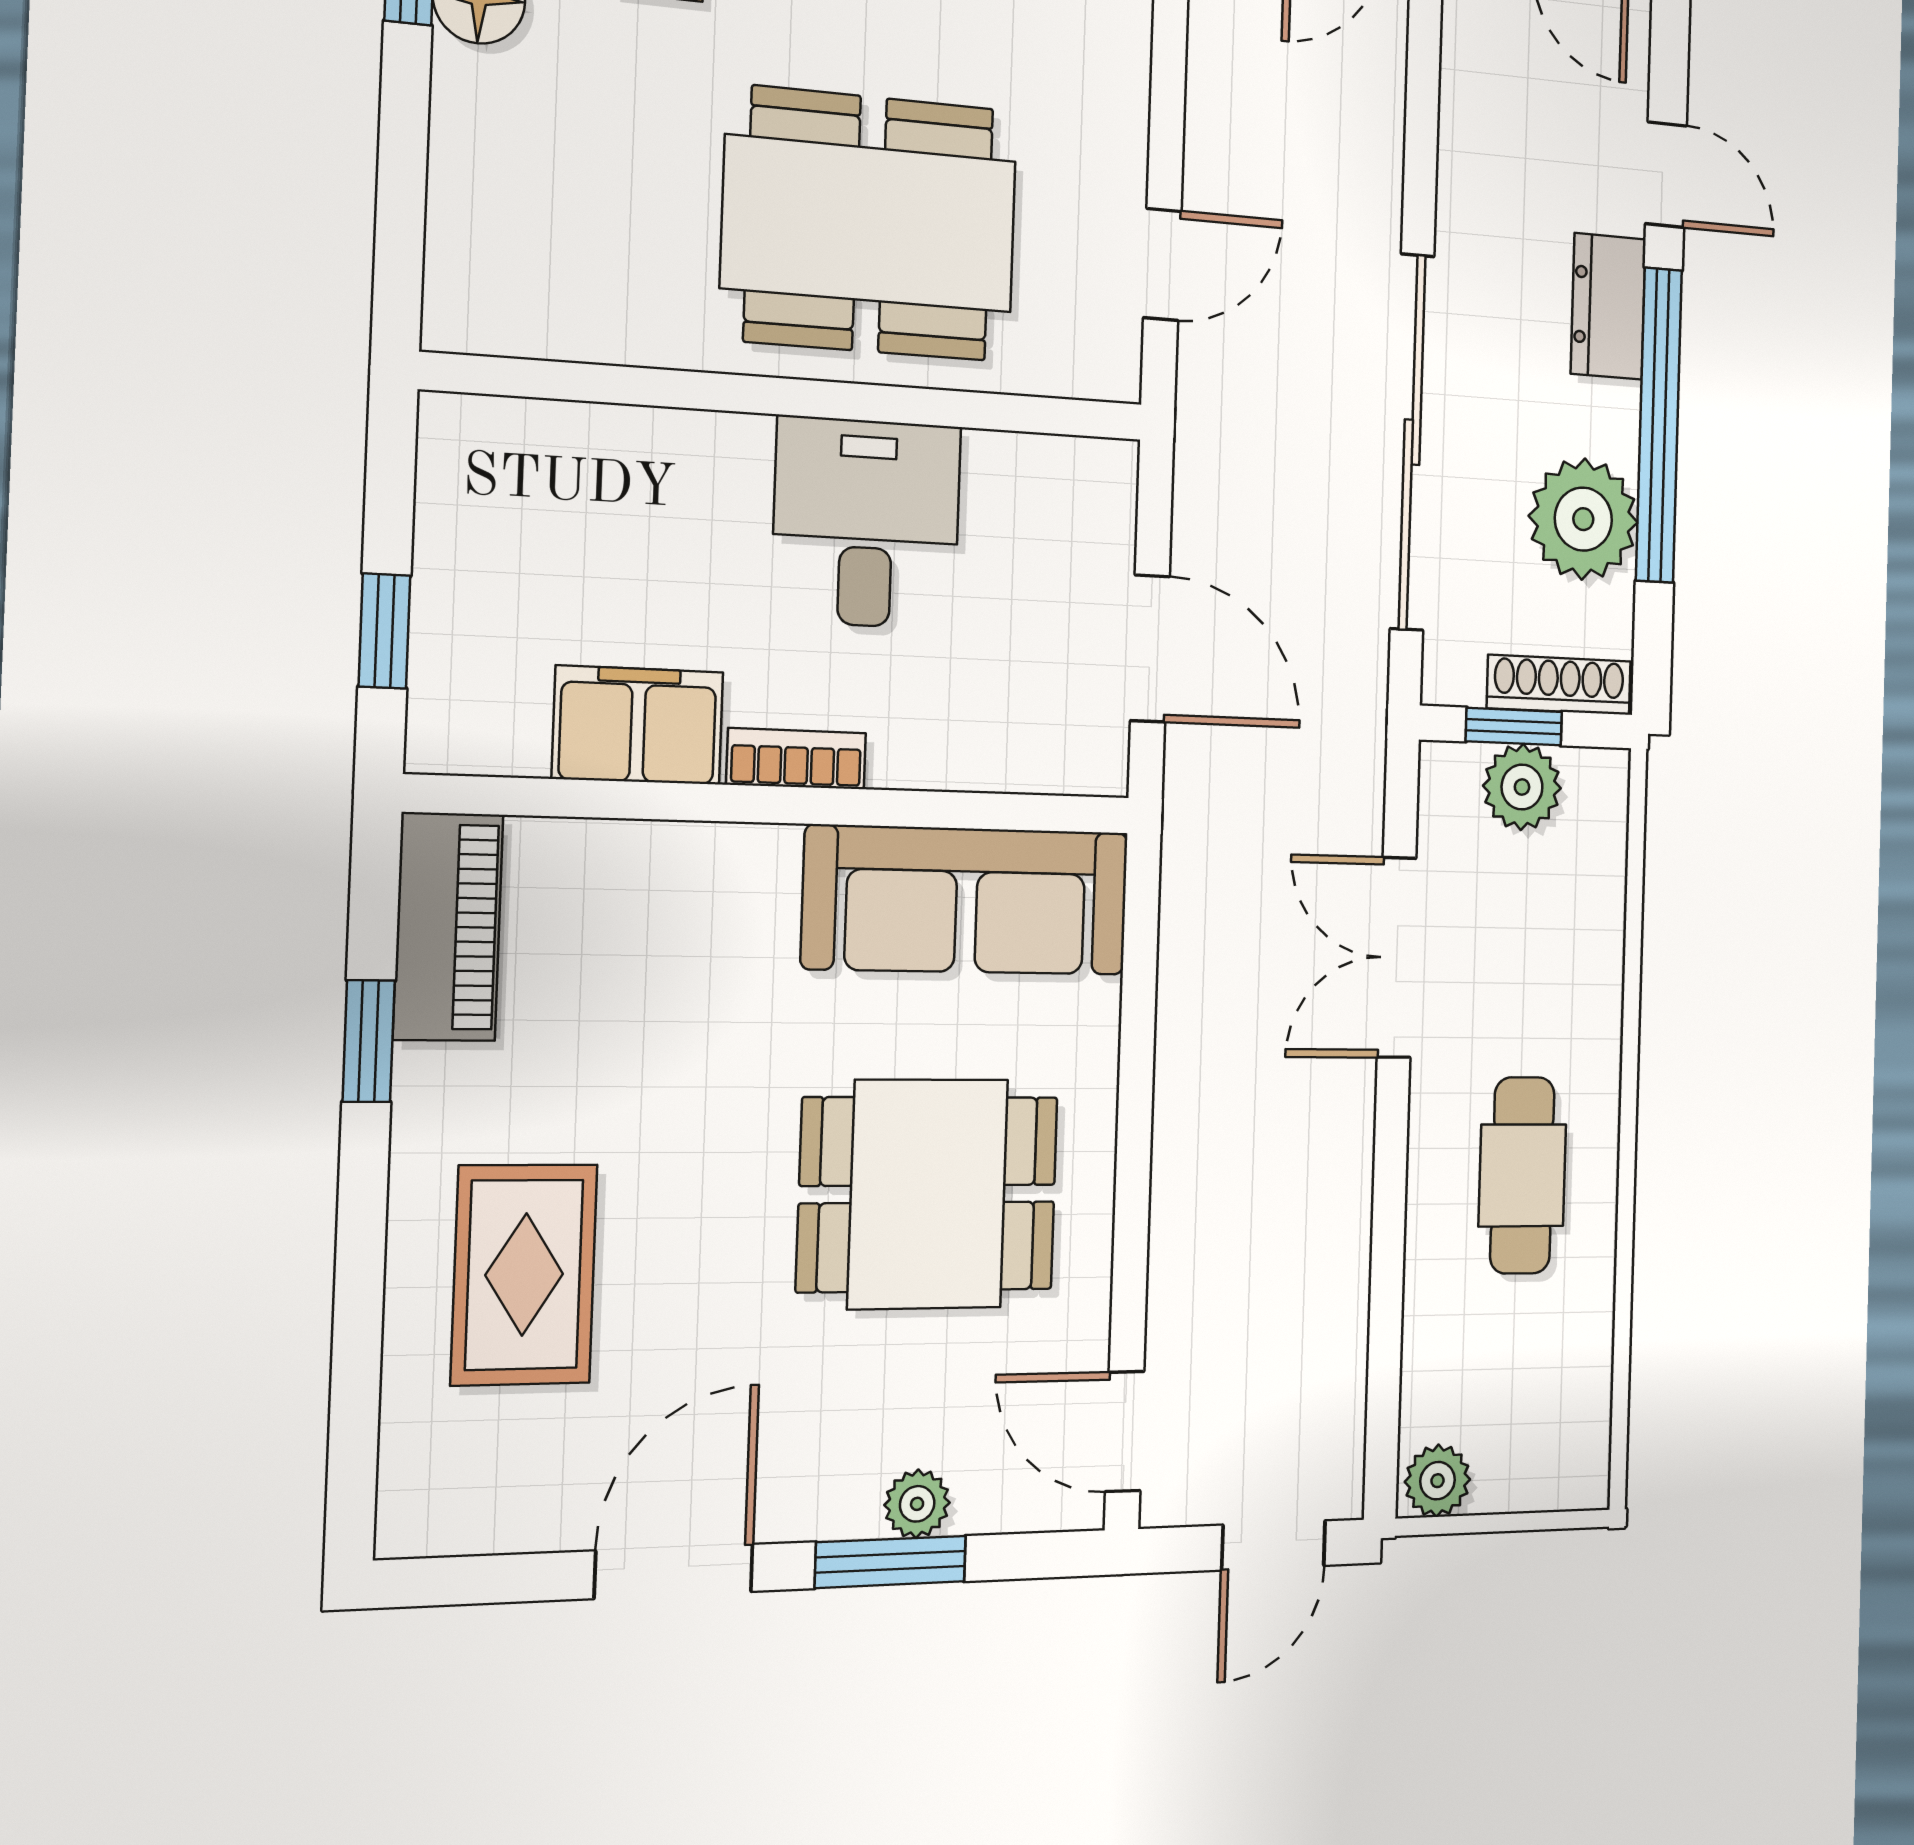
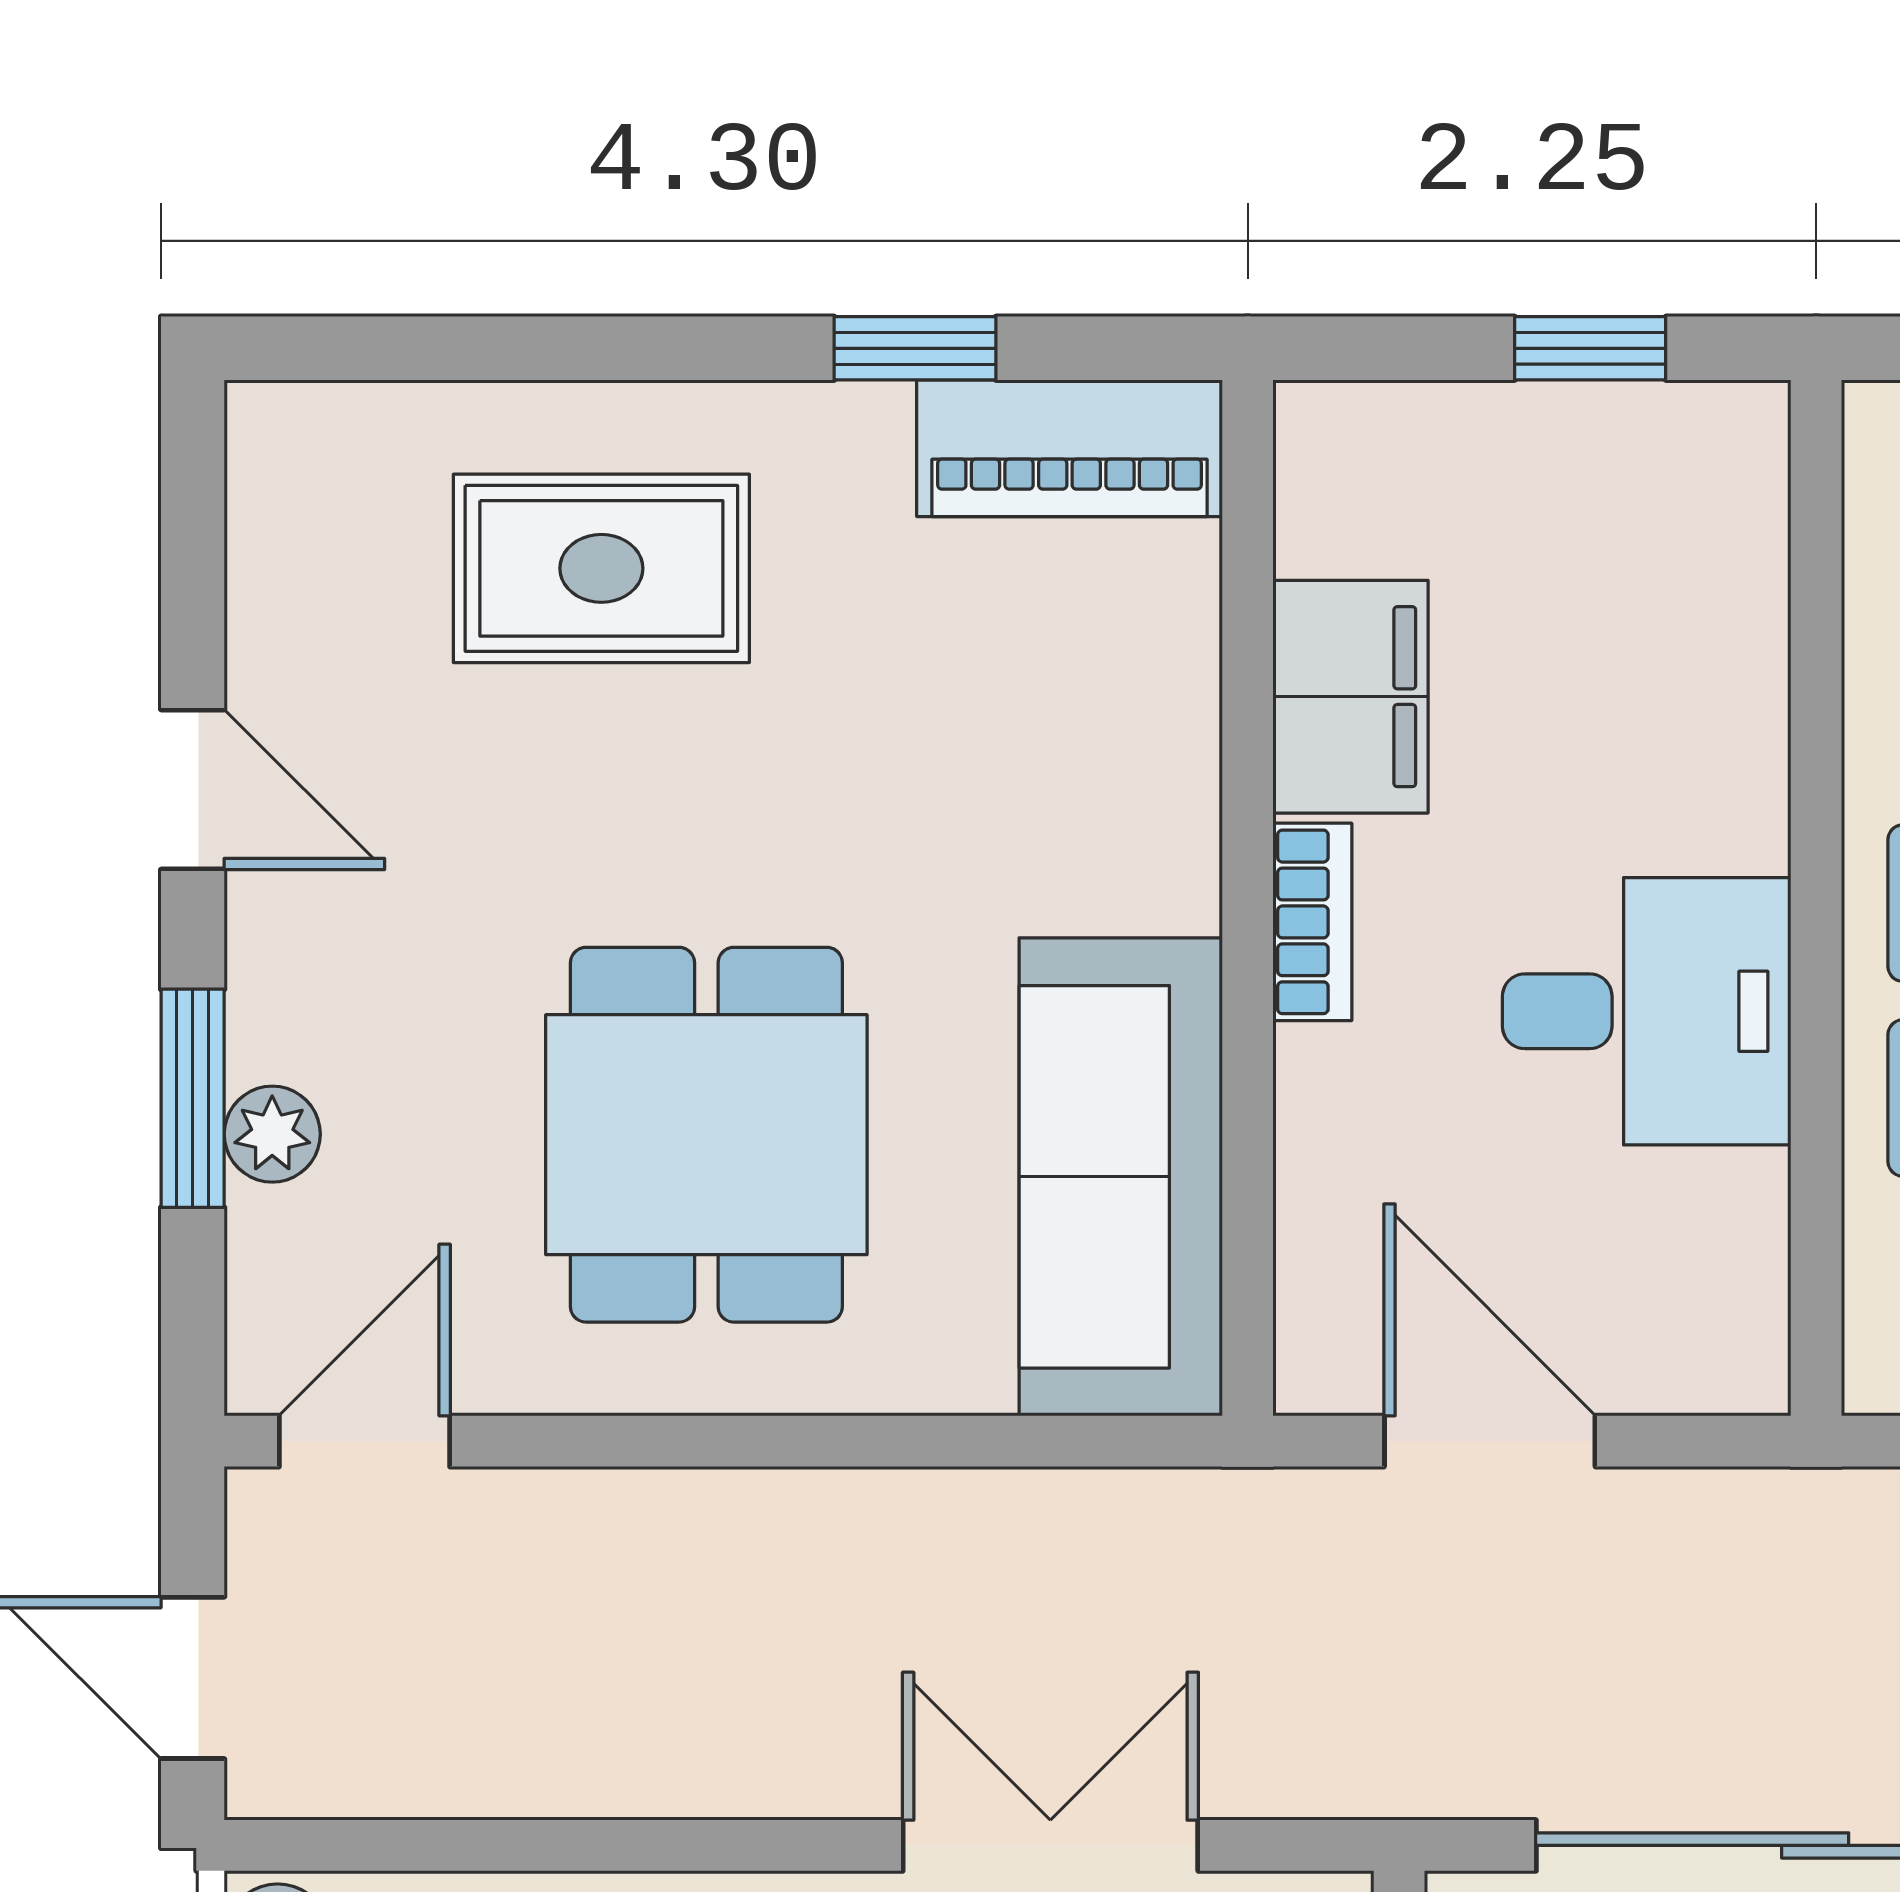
window: (384, 631) -> (1590, 348), moved
door: (1150, 648) -> (1490, 1441), swing flipped
door: (674, 1571) -> (193, 790), width x0.73

